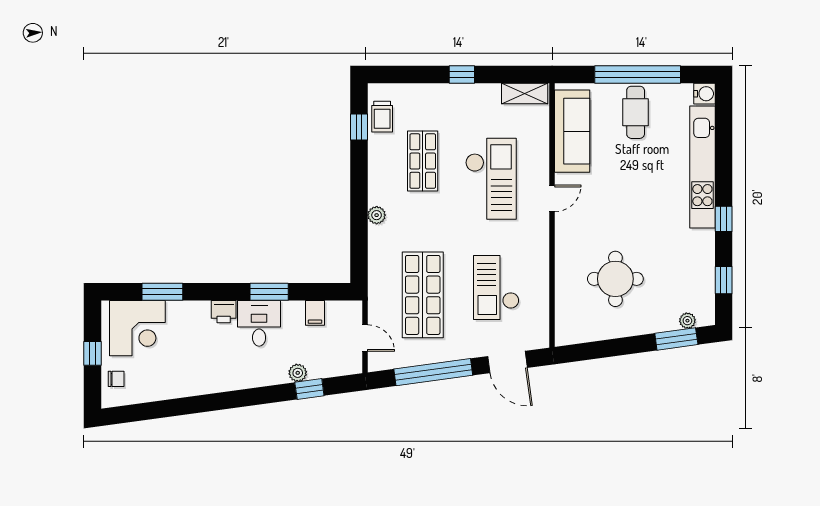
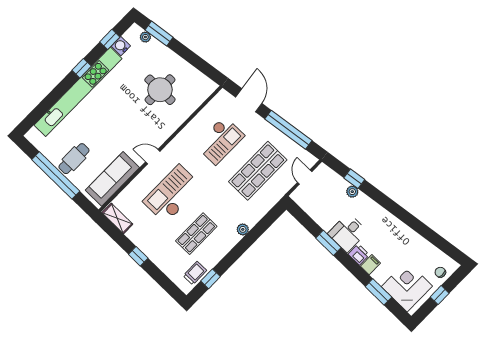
water cooler: (705, 94) -> (121, 46), moved
kitchen unit: (702, 167) -> (78, 92), width x1.36
filing cabinet: (315, 313) -> (370, 265), moved

